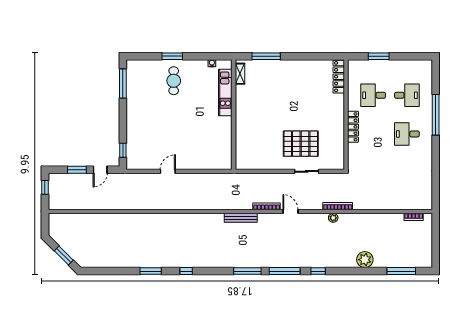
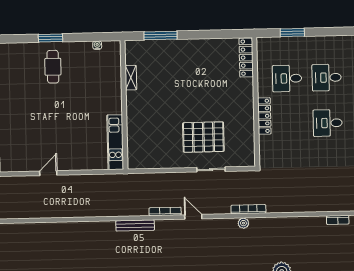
shelving: (240, 74) -> (131, 78), moved
kitchen unit: (225, 92) -> (115, 142), moved
desk: (407, 95) -> (327, 78), turned 180

